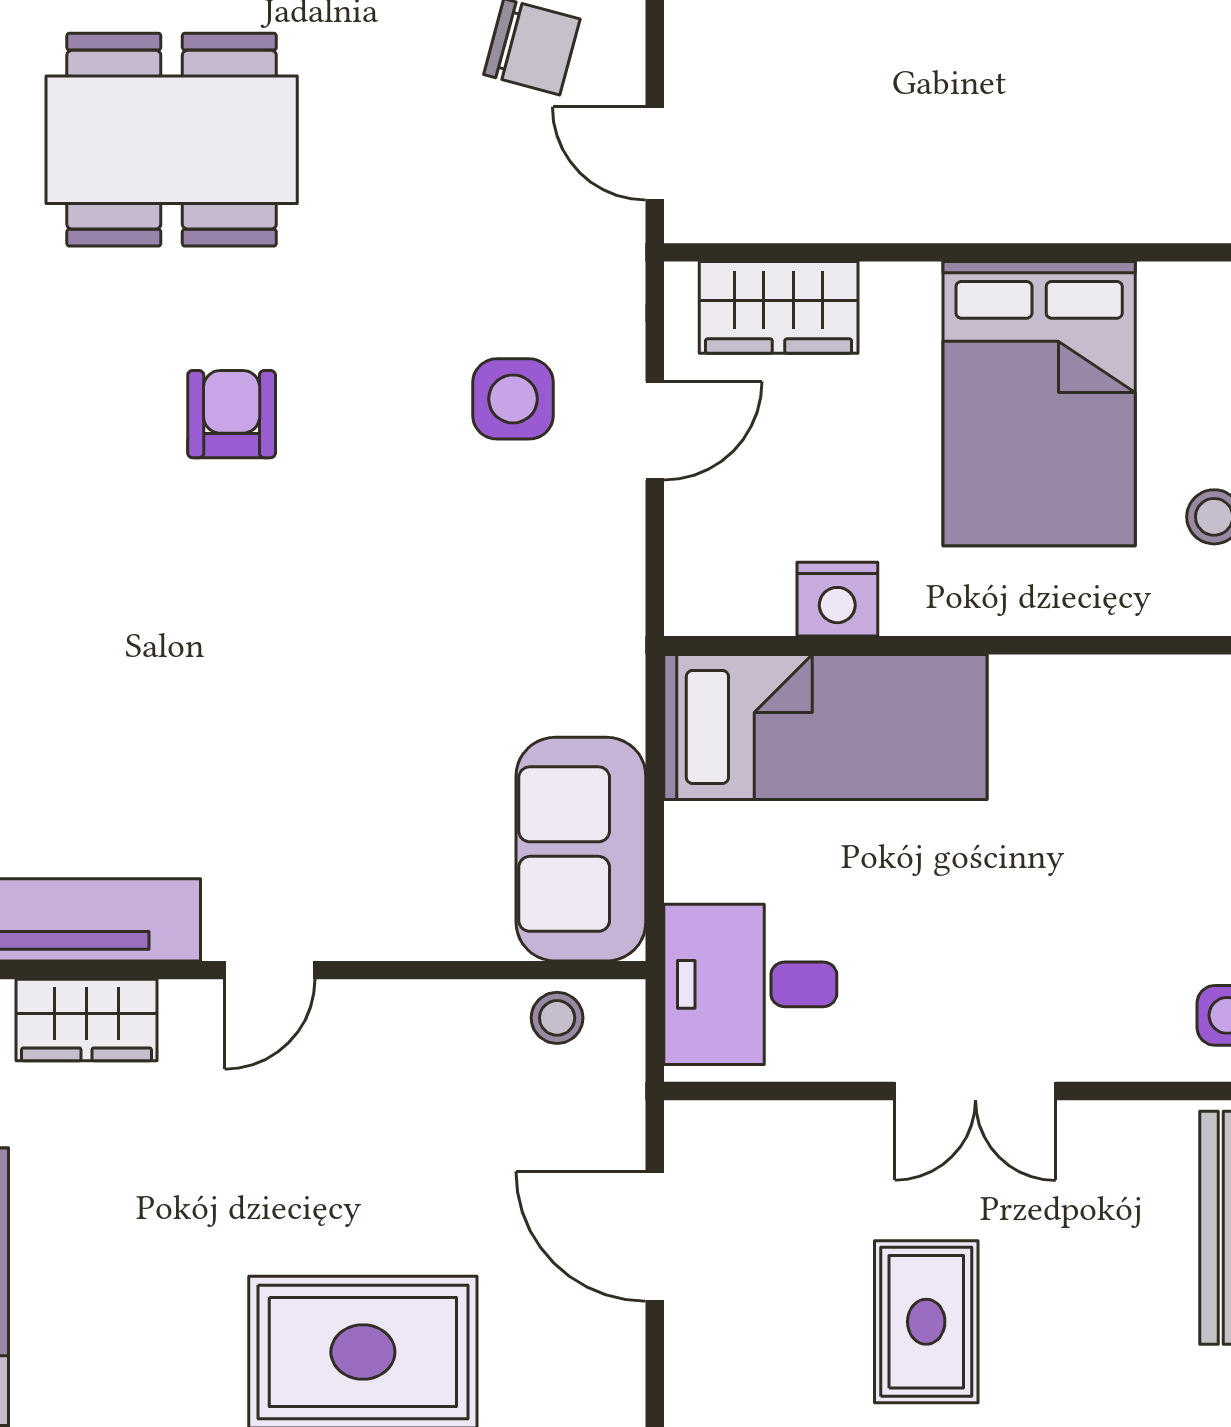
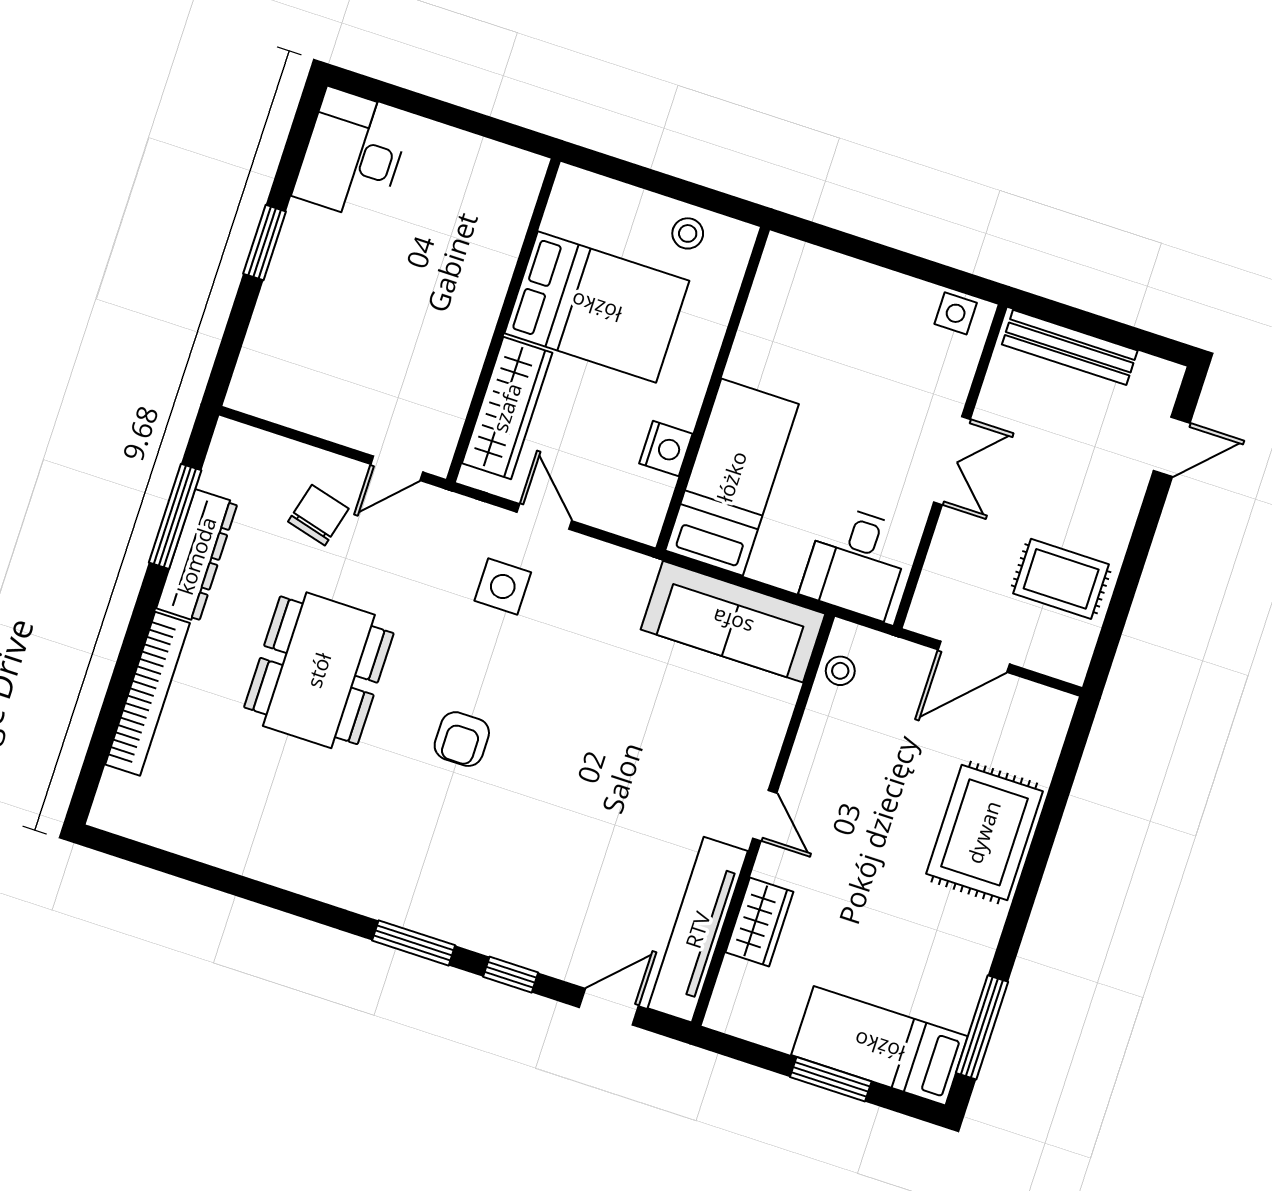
dining table: (172, 140) -> (319, 670), moved
wardrobe: (779, 307) -> (507, 408), width x1.50
armchair: (232, 414) -> (462, 739), turned -90
sofa: (581, 849) -> (733, 622), width x1.36
rug: (926, 1322) -> (1061, 579), moved

